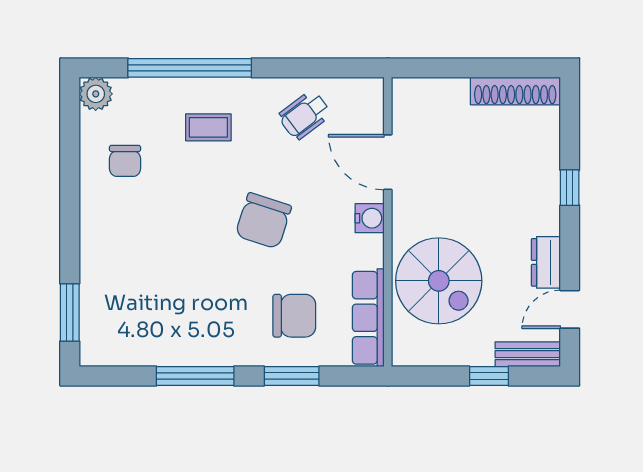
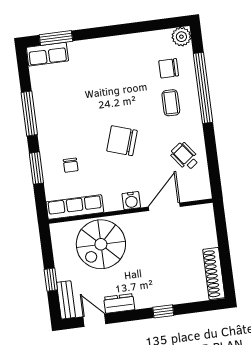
chair: (125, 161) -> (169, 68), moved
chair: (294, 316) -> (71, 165), width x0.54, depth x0.54
row of seats: (96, 331) -> (47, 54), added

